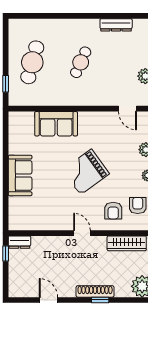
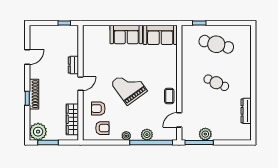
coffee table: (97, 121) -> (169, 96), added
sofa: (56, 124) -> (160, 35), moved, turned -90
dresser: (19, 242) -> (73, 65), moved

